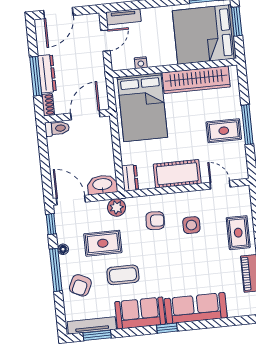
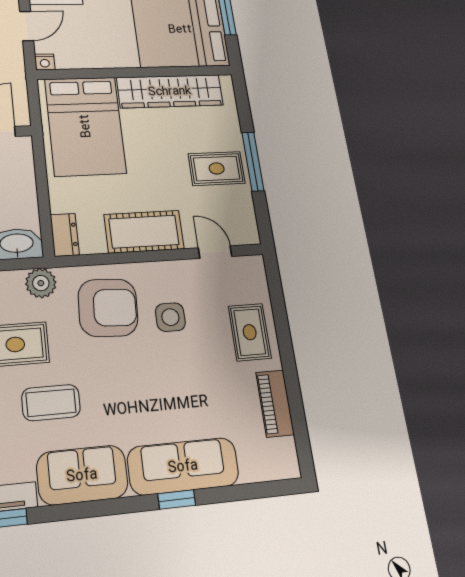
nightstand: (141, 63) -> (45, 62), moved
armchair: (155, 221) -> (108, 308), width x1.88, depth x1.88
window: (167, 328) -> (177, 499), moved

